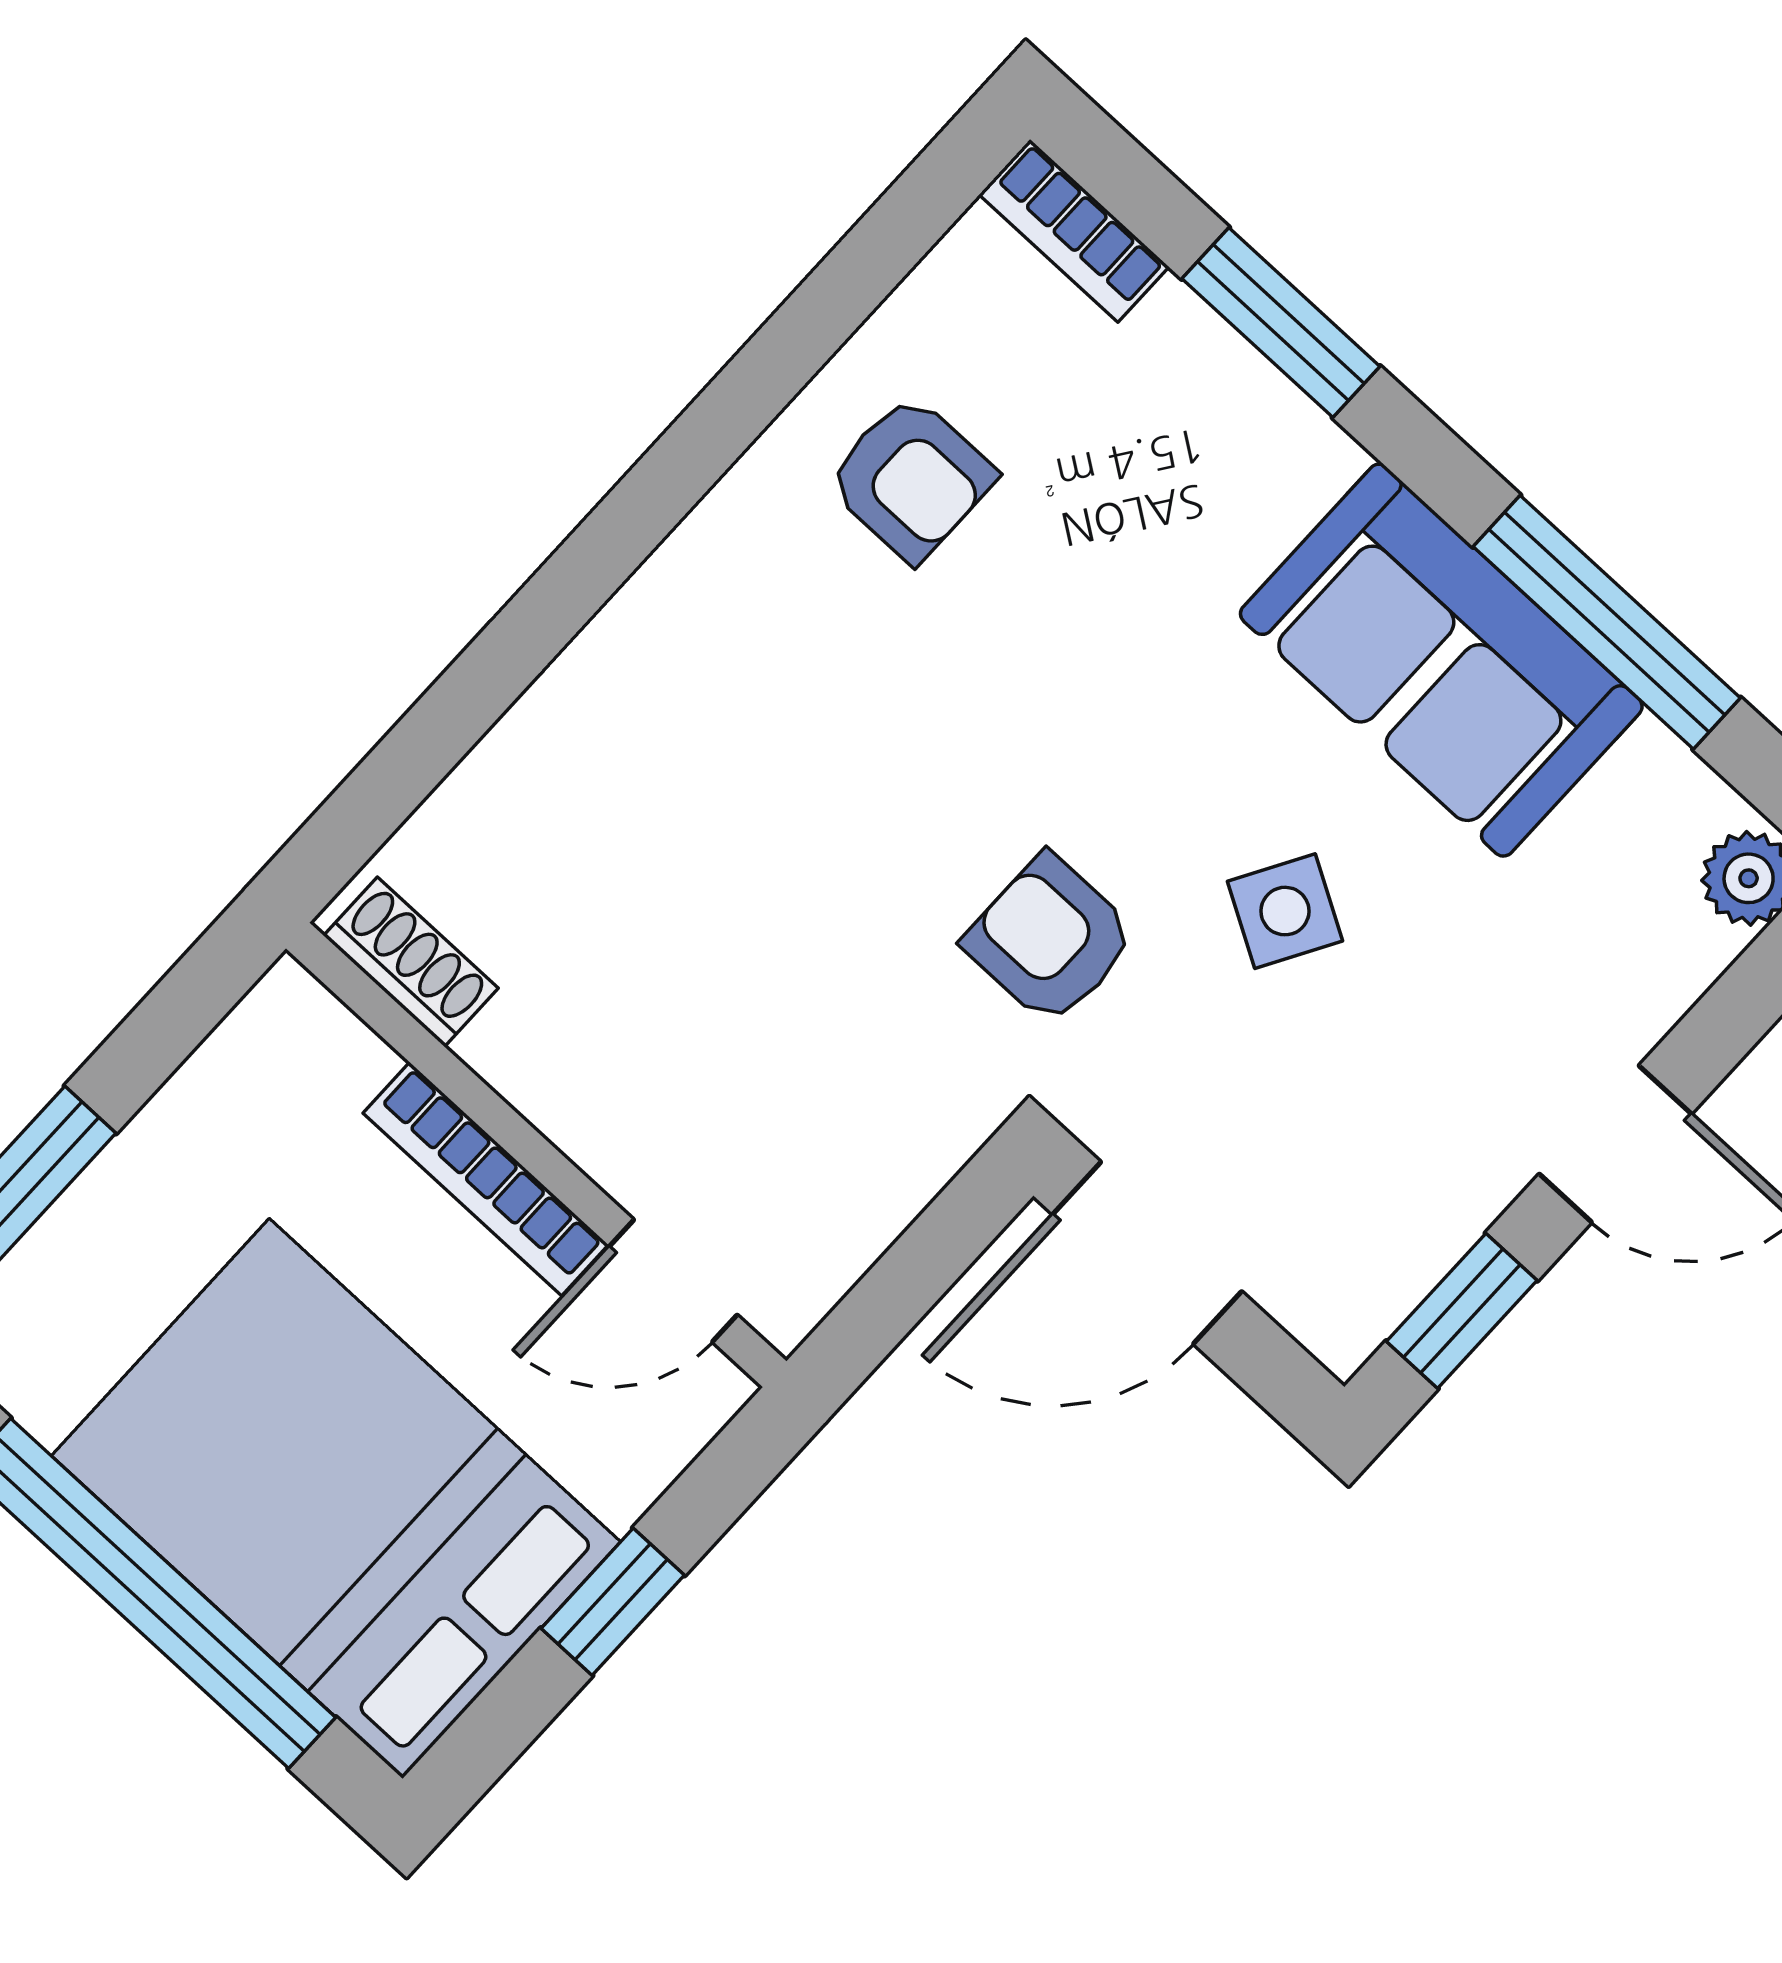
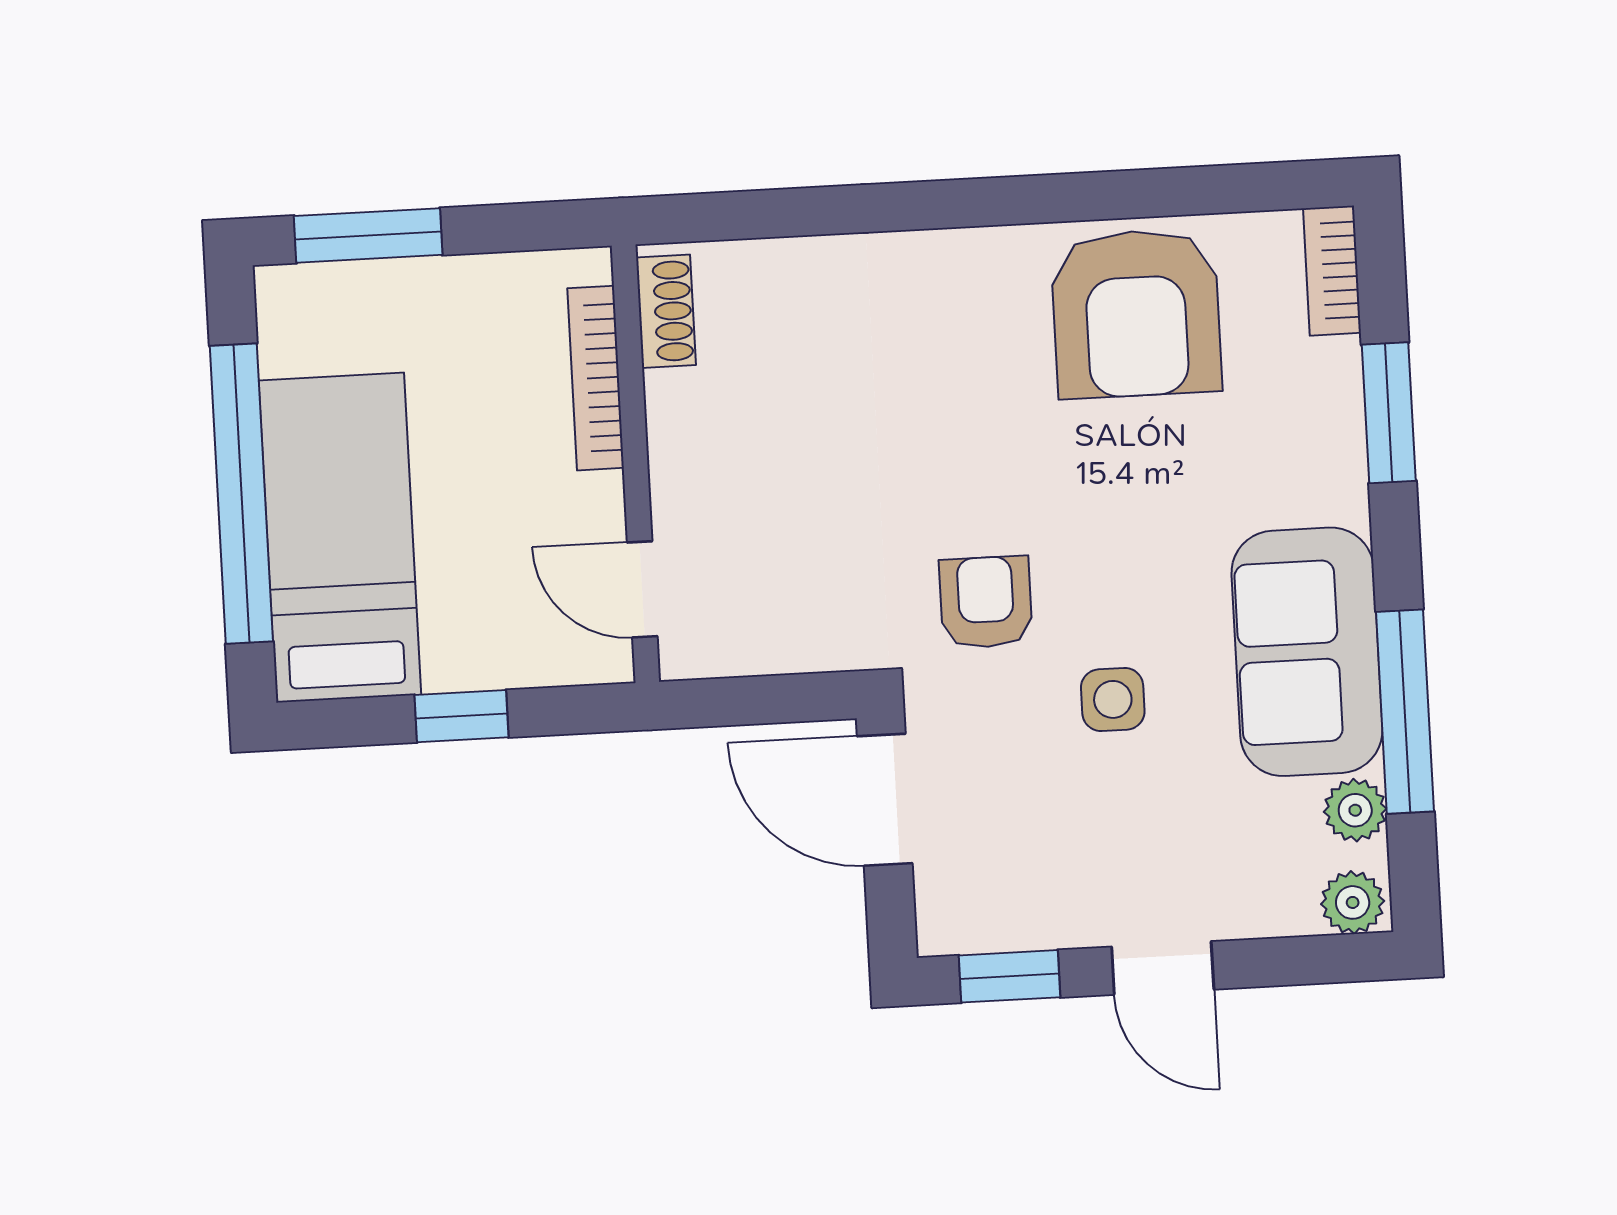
armchair: (911, 478) -> (1136, 313), width x1.88, depth x1.88
plant: (1656, 778) -> (1355, 810), added
side table: (1285, 911) -> (1113, 699), turned -30
bookcase: (486, 1179) -> (596, 378), moved
bed: (336, 1499) -> (340, 538), width x0.67

